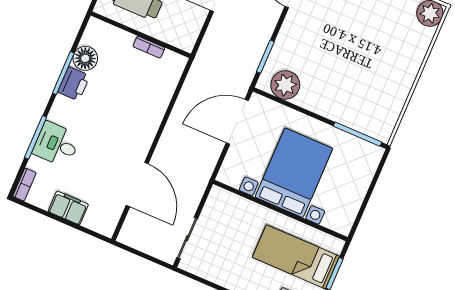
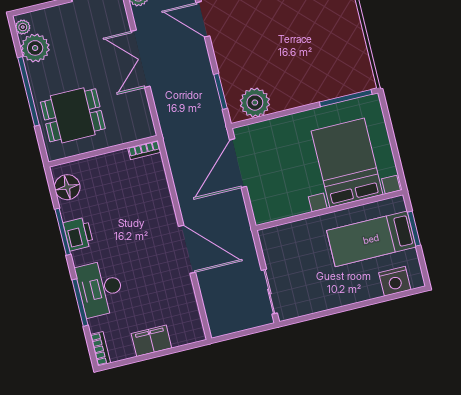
bookcase: (149, 47) -> (144, 150), moved
floor lamp: (85, 58) -> (67, 187), moved
desk: (56, 144) -> (100, 288), width x1.37
bed with nightstands: (294, 173) -> (347, 163), moved
door: (137, 184) -> (187, 249), moved

